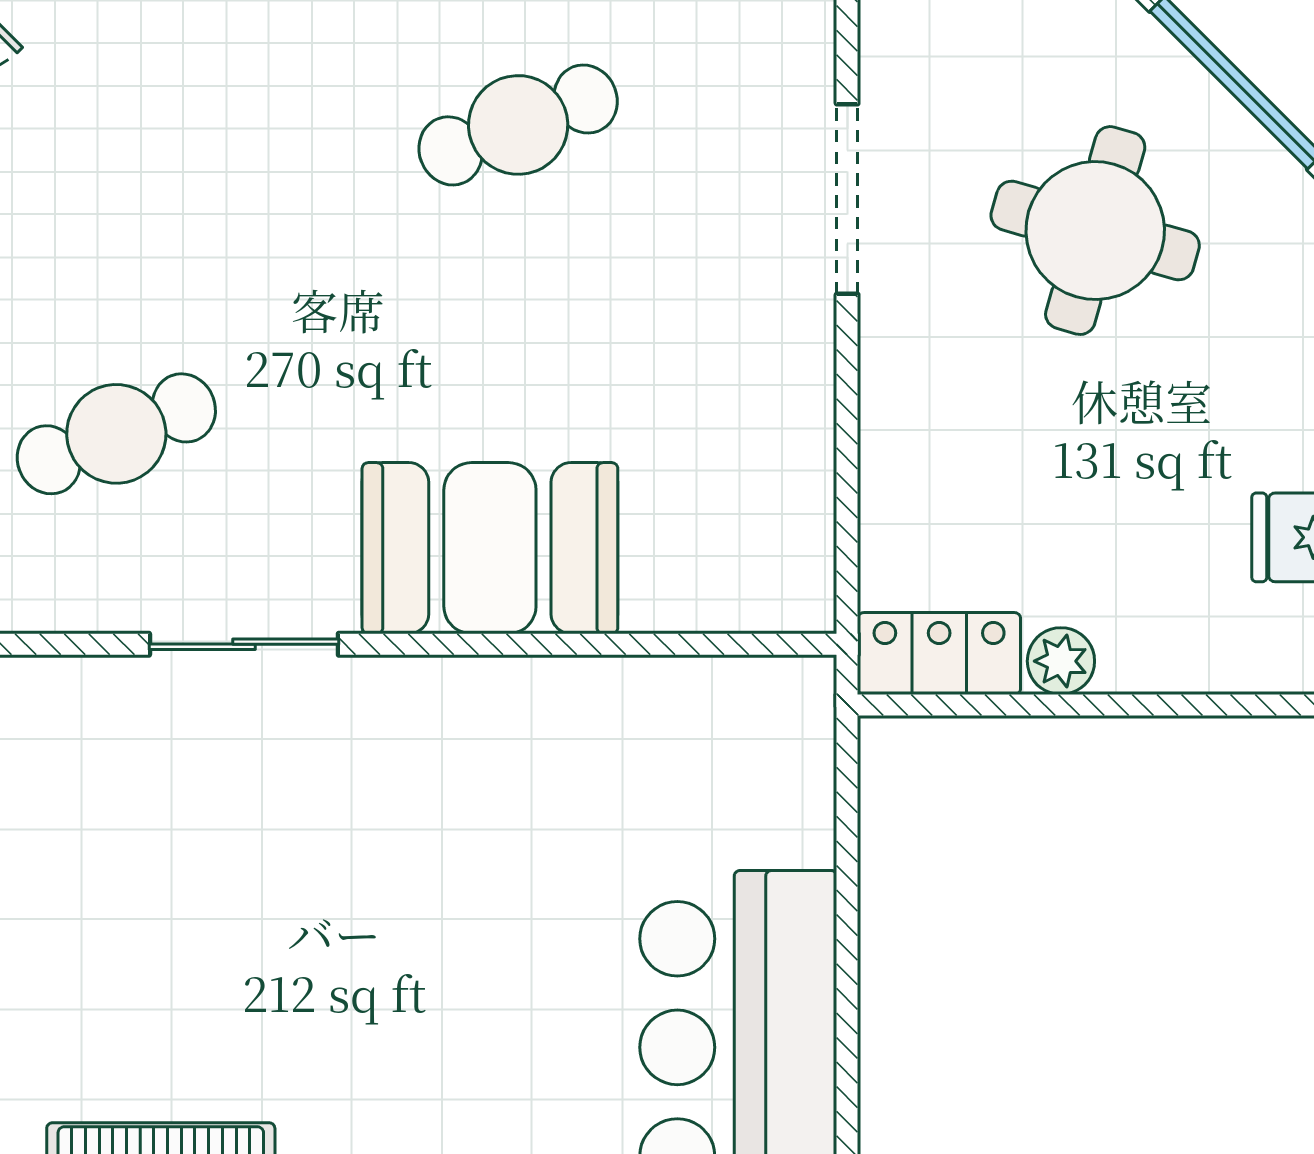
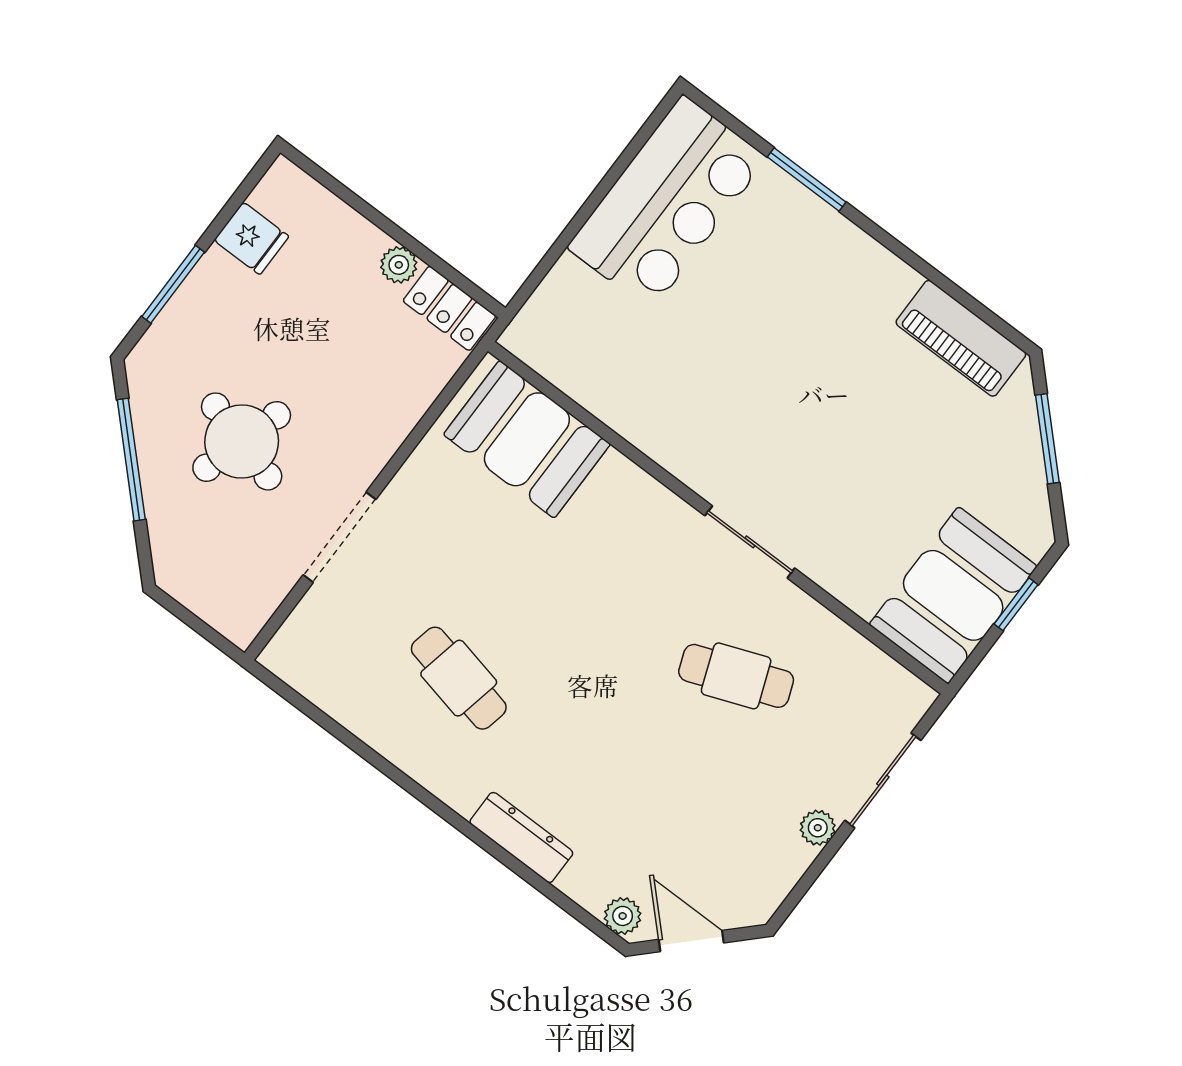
cafe table: (518, 125) -> (459, 678), turned 33
booth: (490, 548) -> (527, 439), moved

